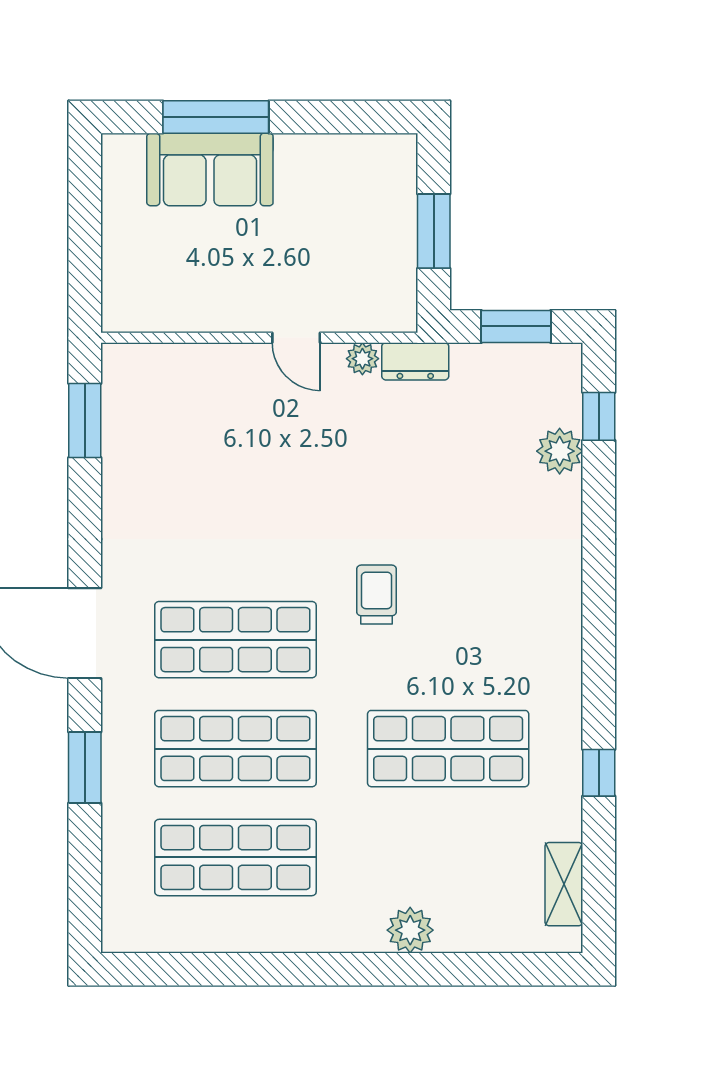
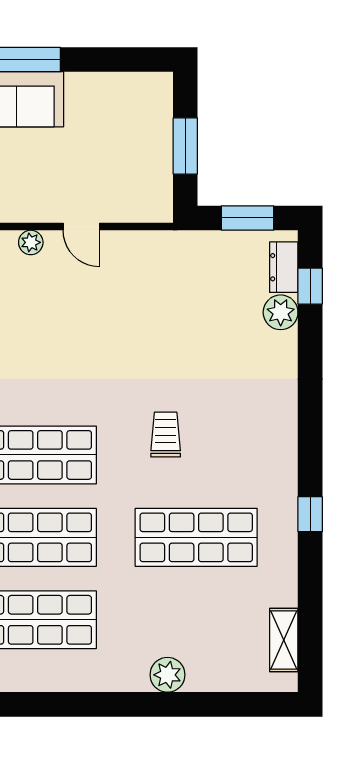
plant: (362, 359) -> (31, 242), moved
dresser: (415, 361) -> (284, 267), moved, turned 90
trolley: (377, 595) -> (166, 435), moved
window: (599, 773) -> (310, 514), moved

